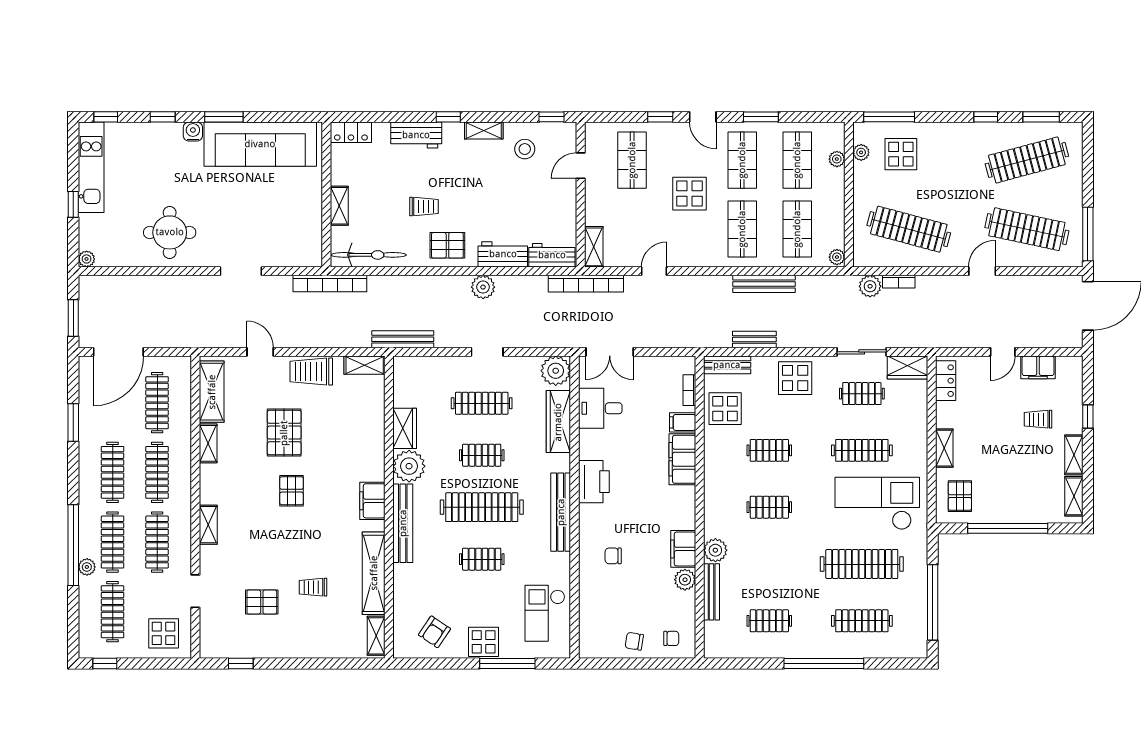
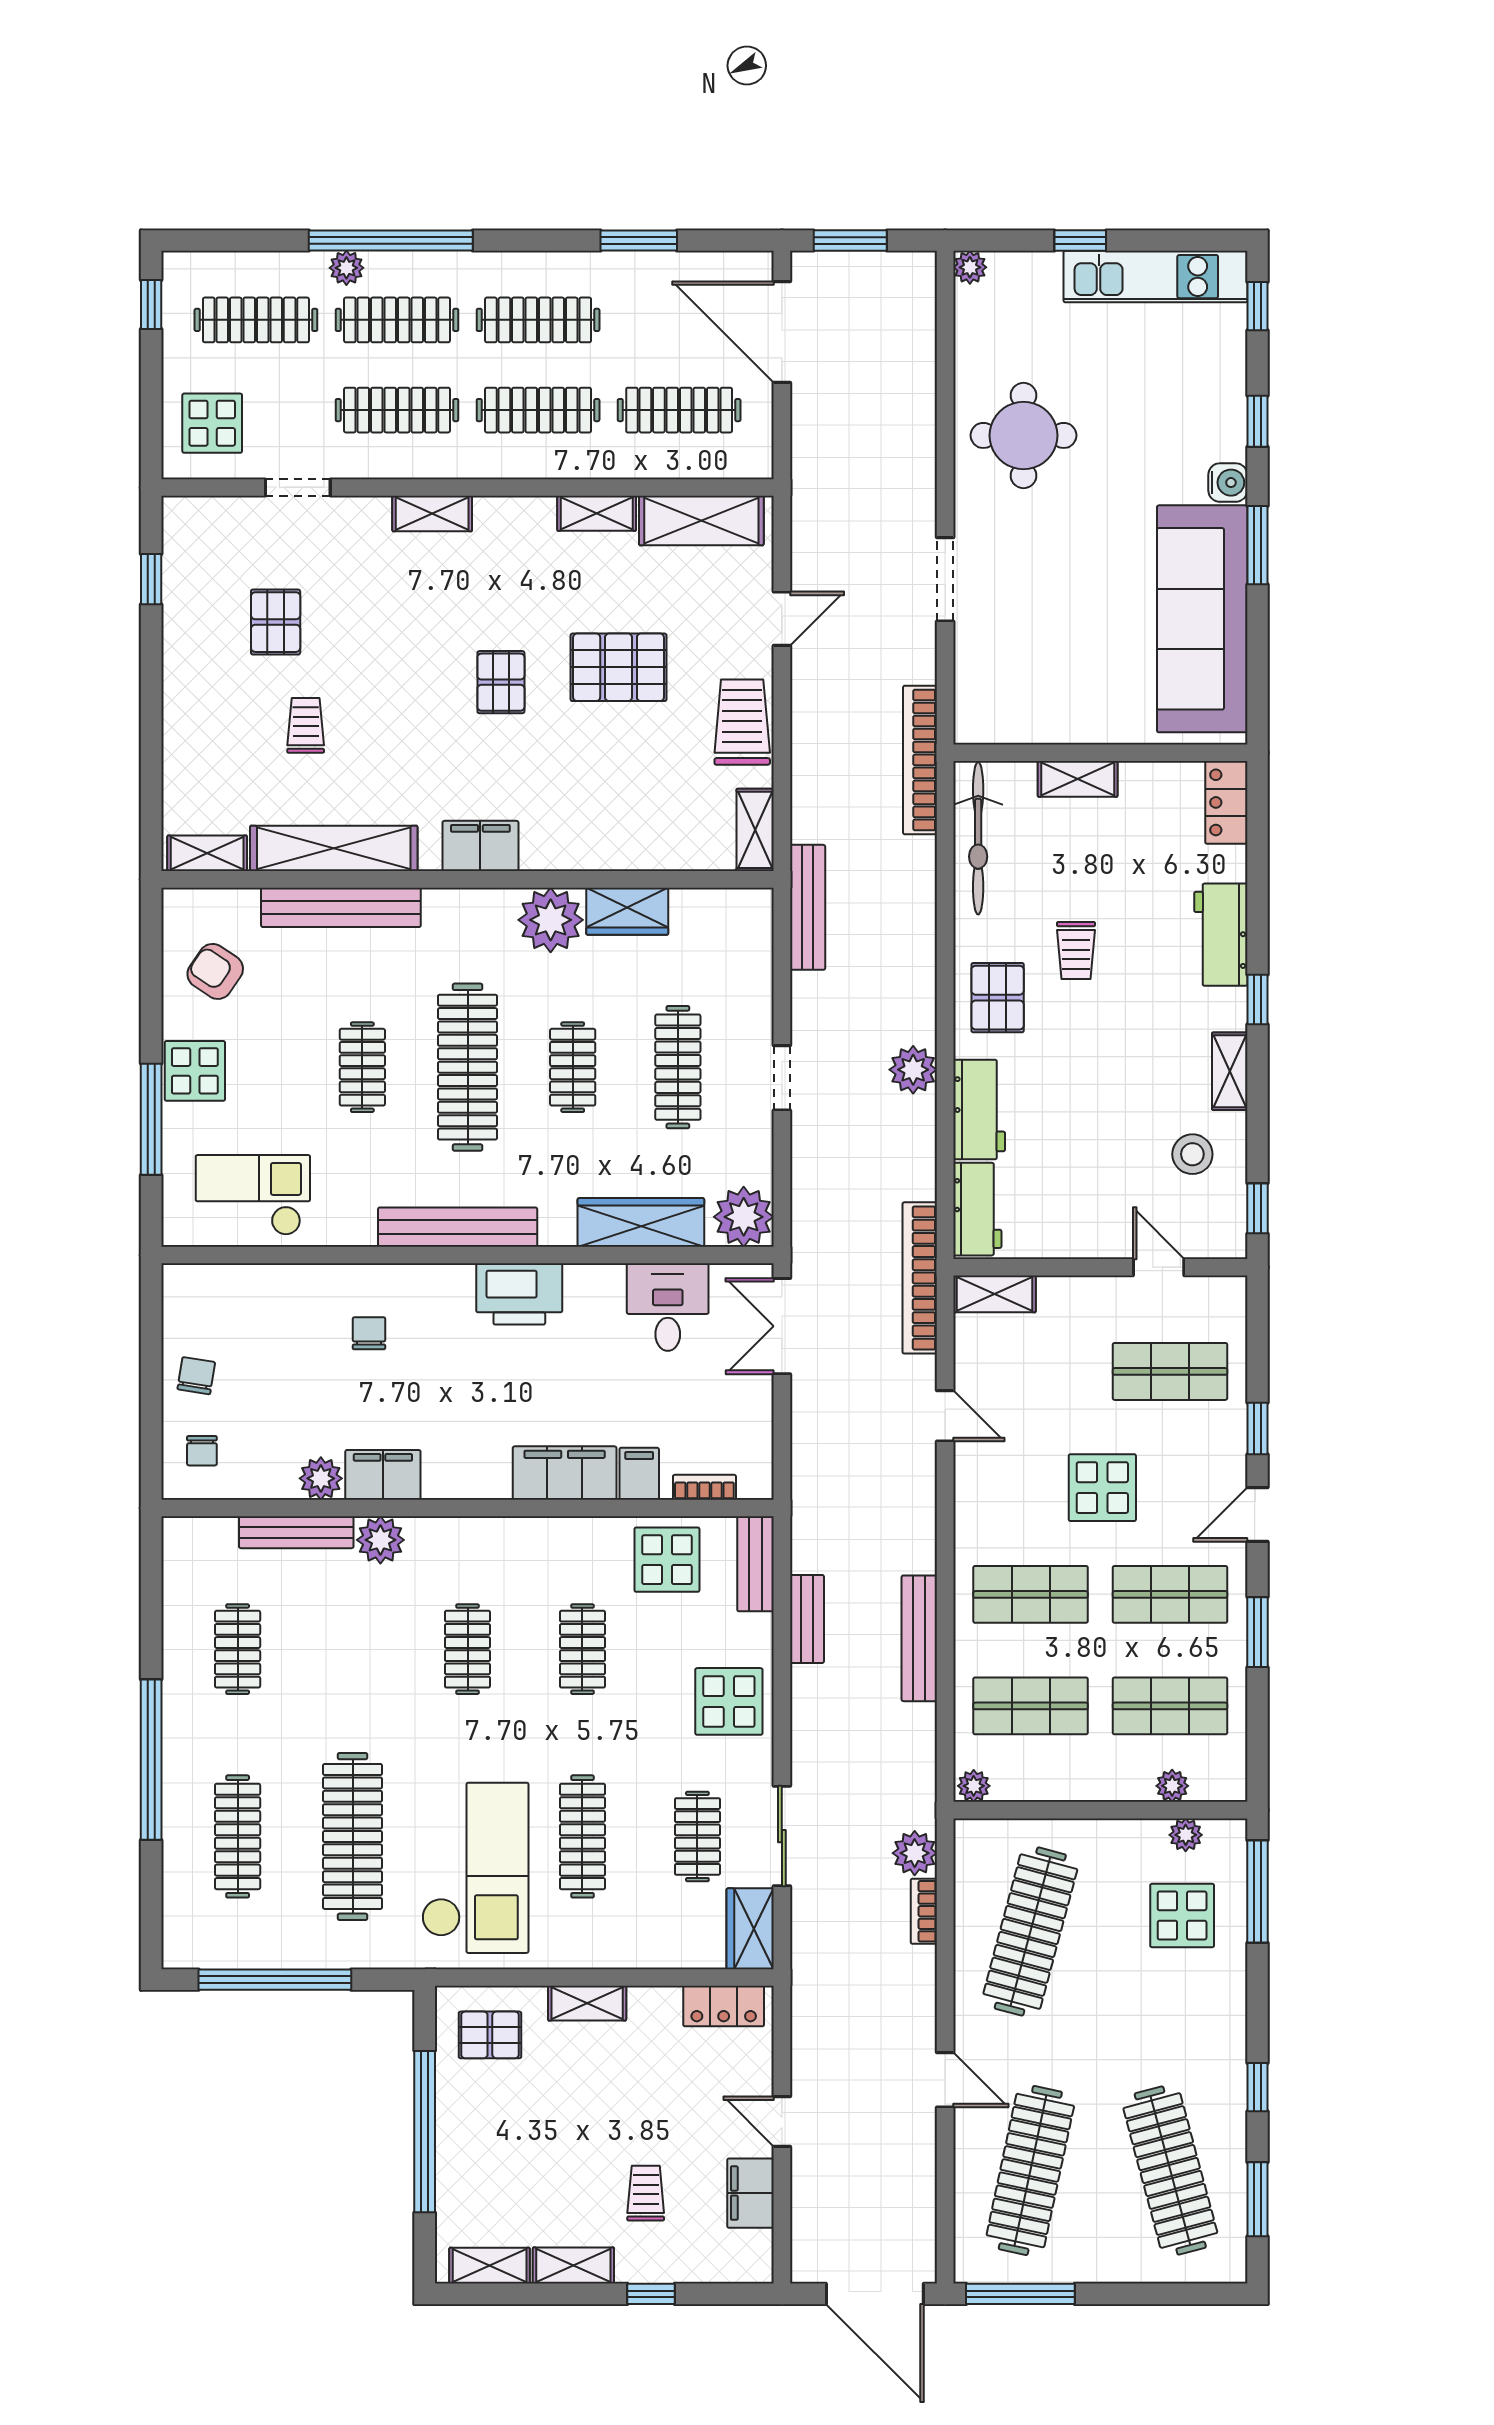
pallet: (292, 491) -> (501, 682), turned 90
bench: (403, 523) -> (341, 907), moved

